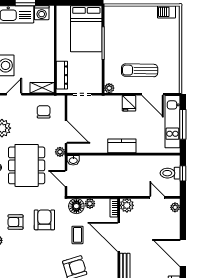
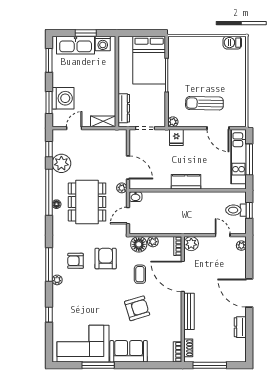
fridge: (129, 103) -> (176, 138), moved
chair: (44, 112) -> (105, 146), removed
door: (66, 178) -> (128, 216), hinge flipped

